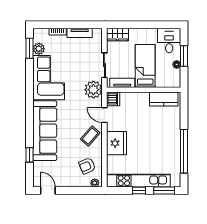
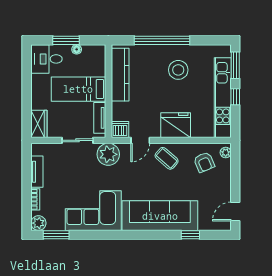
plant: (39, 49) -> (38, 223), moved
kitchen counter: (164, 99) -> (120, 75), width x1.50
stool: (160, 145) -> (178, 70), added
window: (184, 151) -> (162, 40), moved

